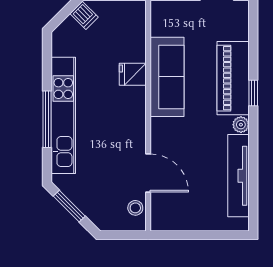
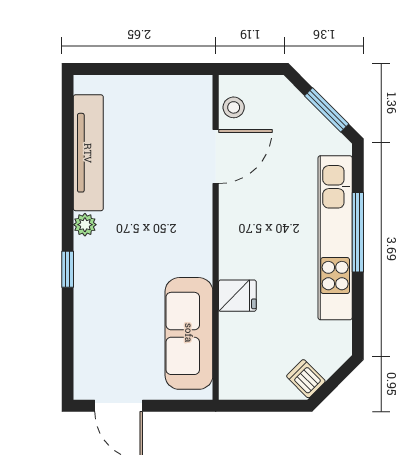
sofa: (167, 77) -> (189, 333), moved
piano: (233, 78) -> (96, 290), removed
door: (148, 173) -> (216, 157), swing flipped

